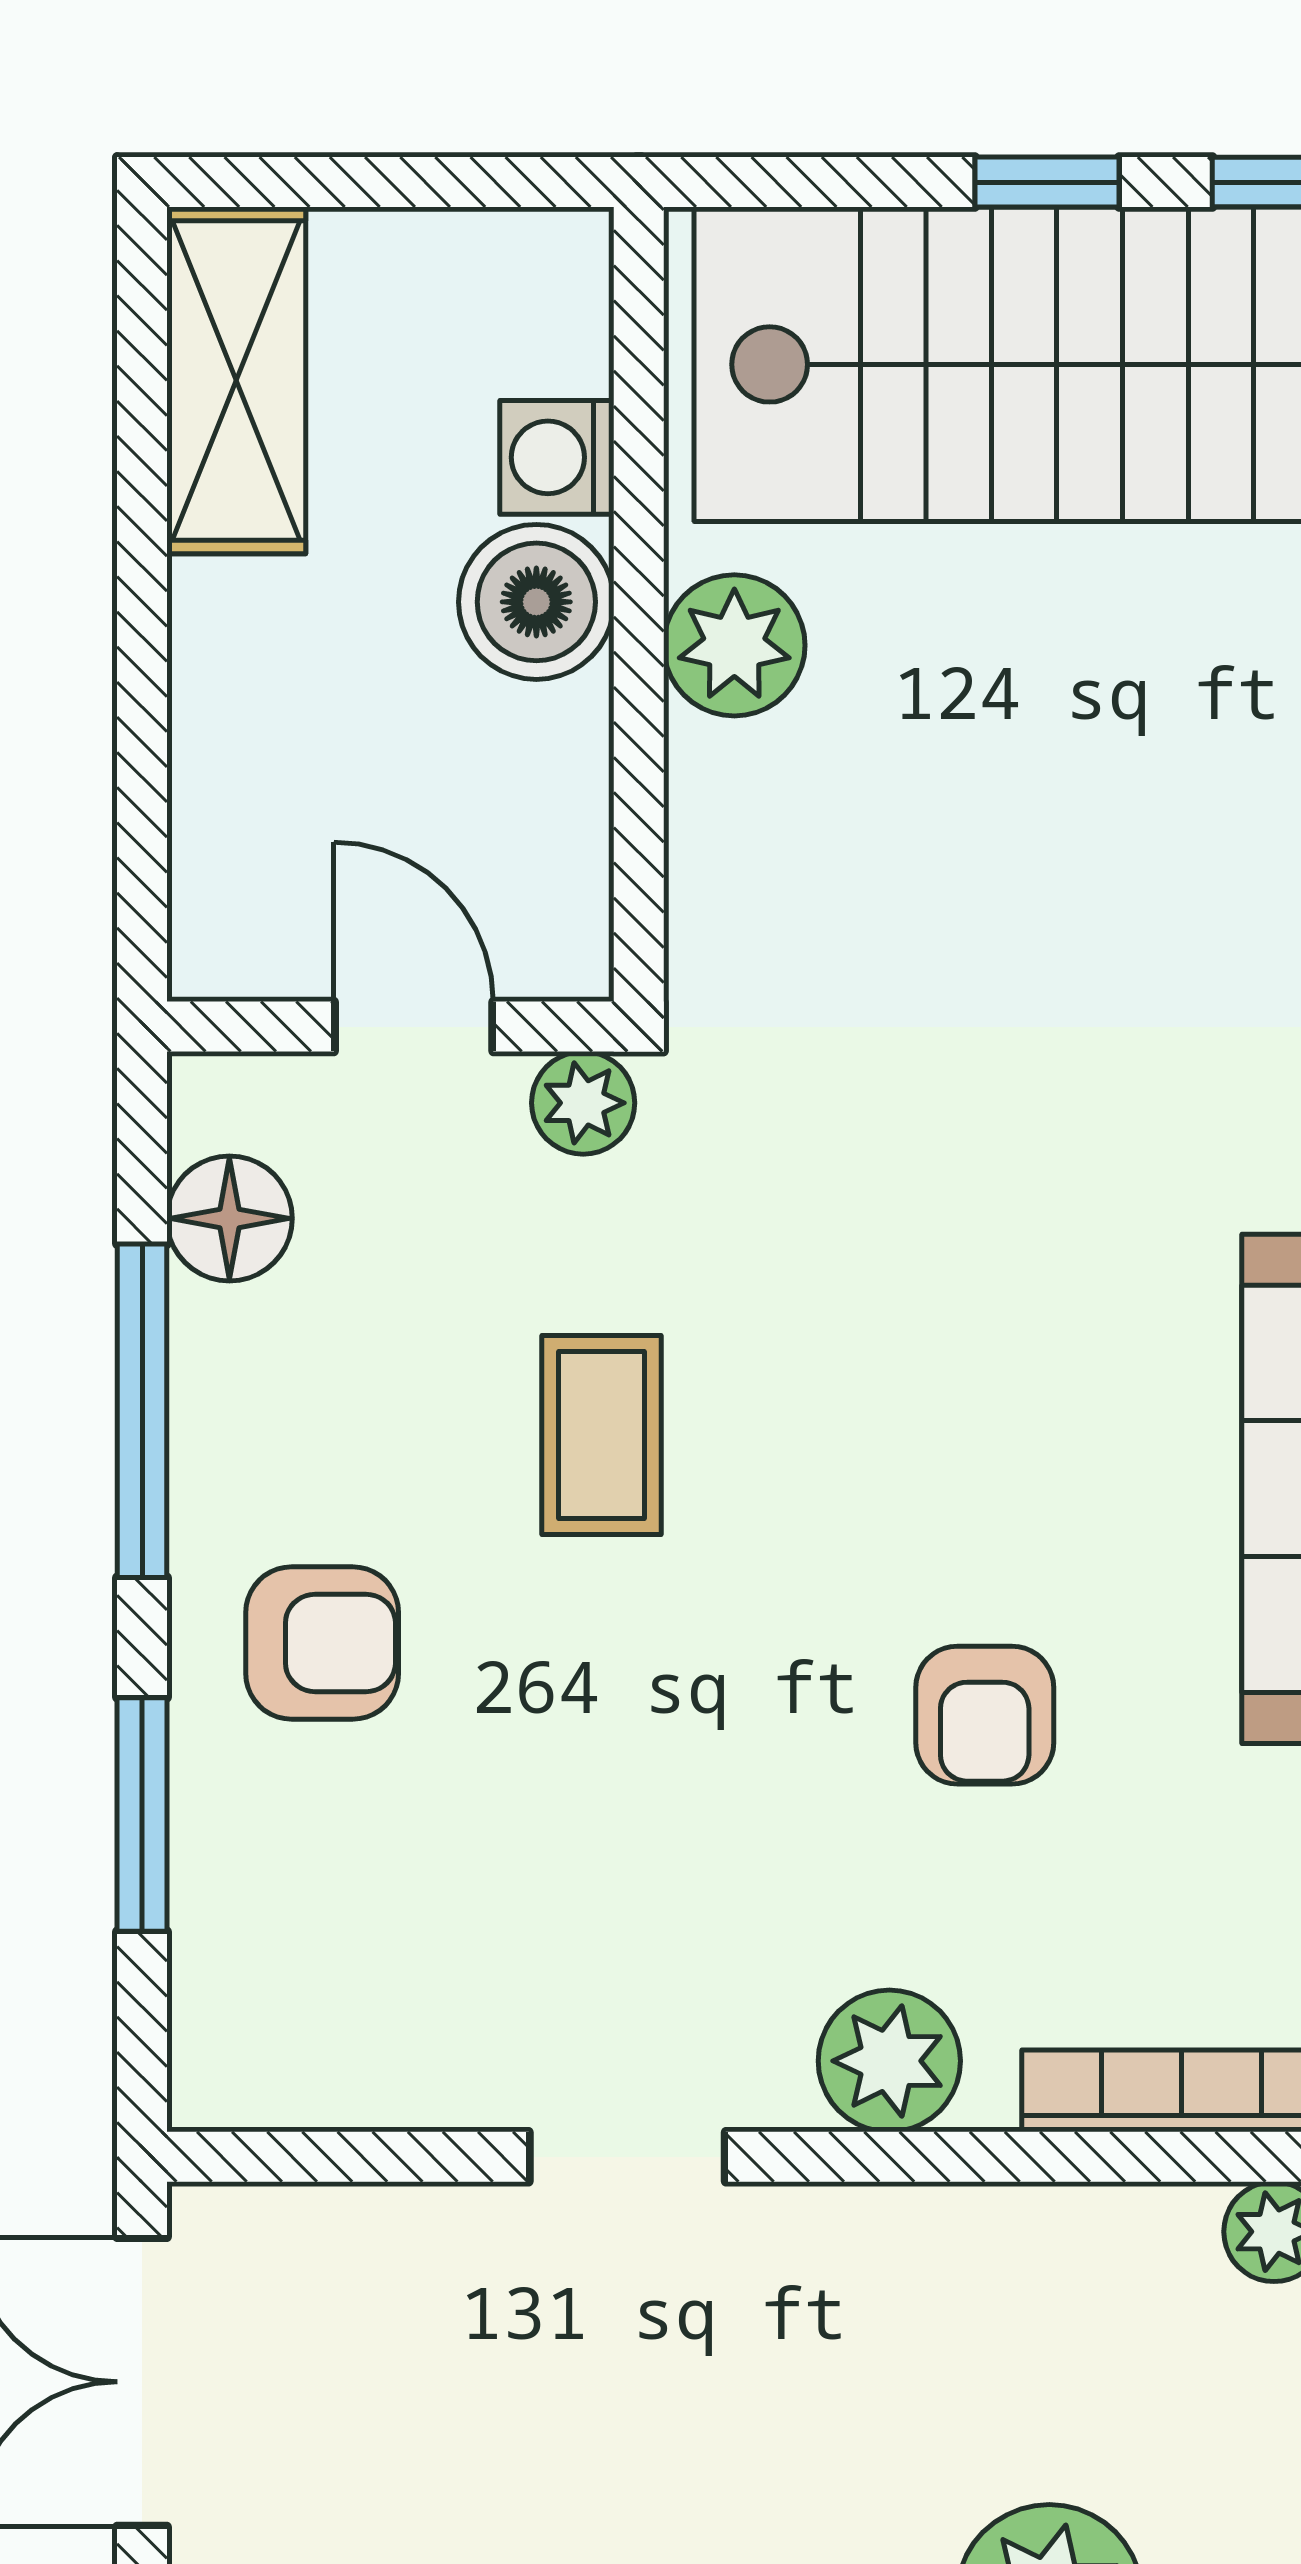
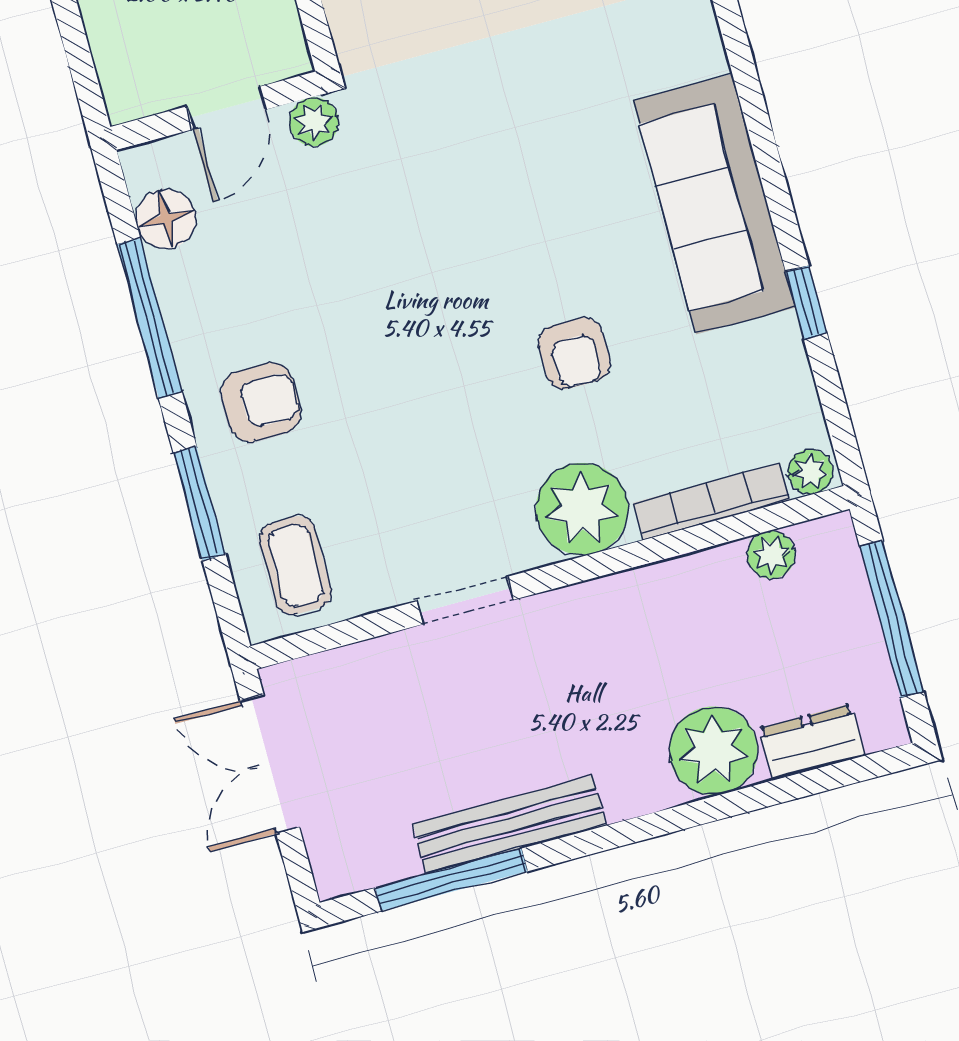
door: (414, 1027) -> (227, 108), swing flipped
coffee table: (601, 1435) -> (295, 565), moved
plant: (889, 2061) -> (582, 509), width x1.36, depth x1.36

